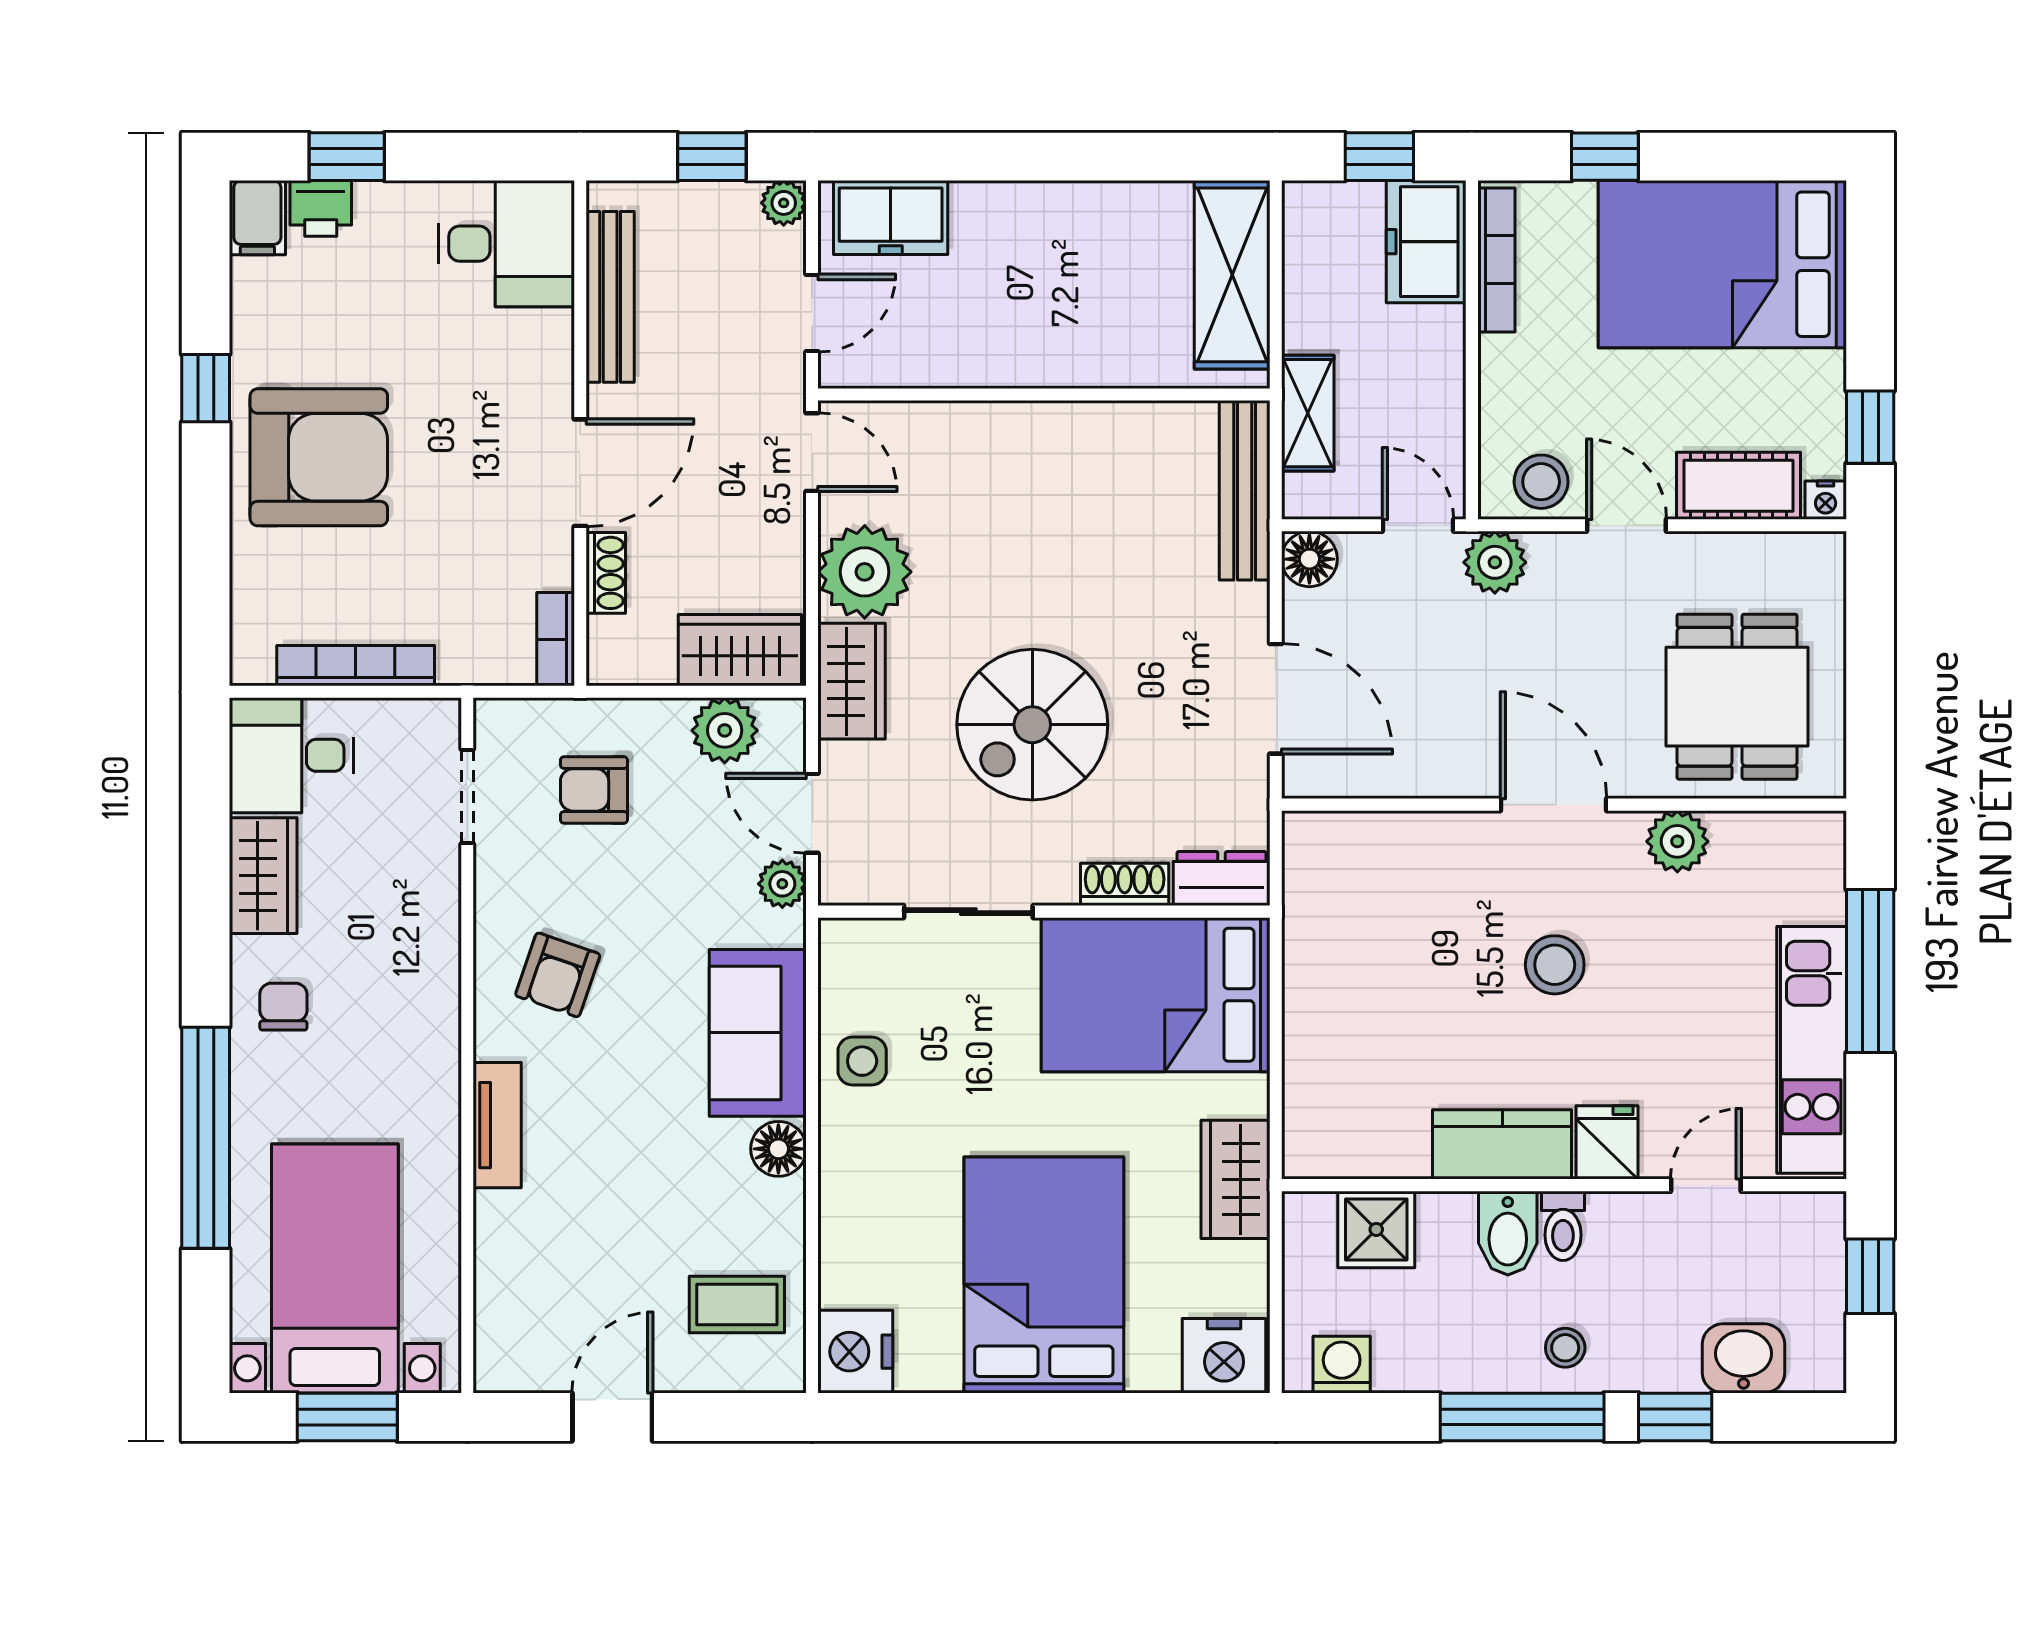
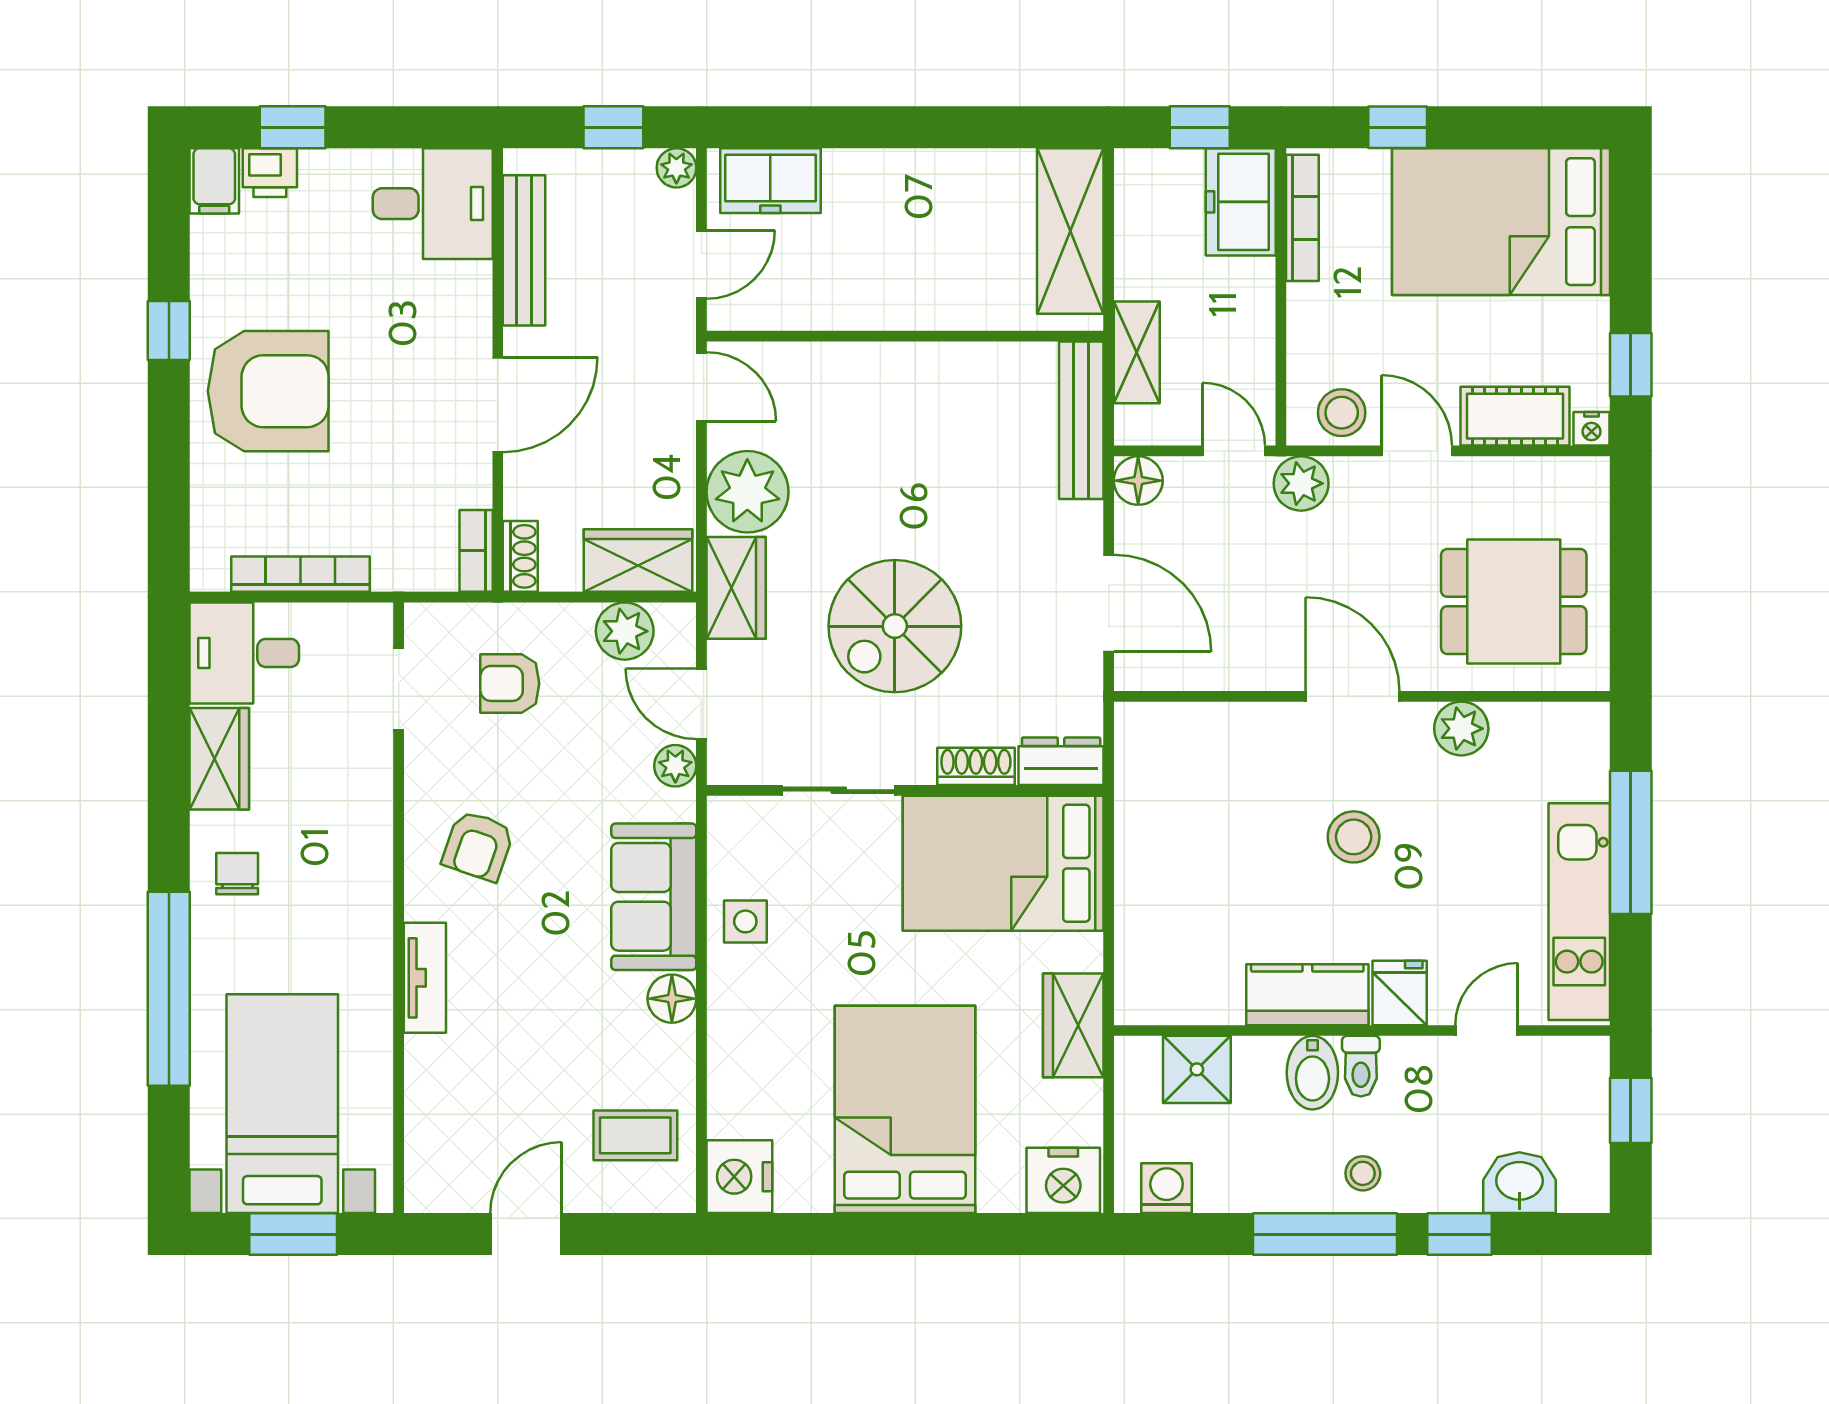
shoe rack: (606, 573) -> (520, 556), moved
dining table: (1737, 697) -> (1514, 601), turned 90

